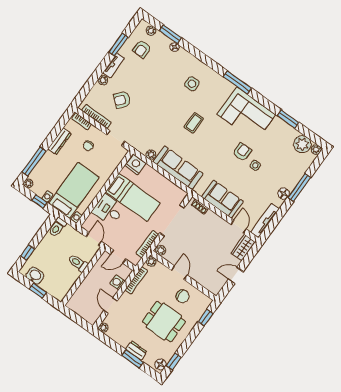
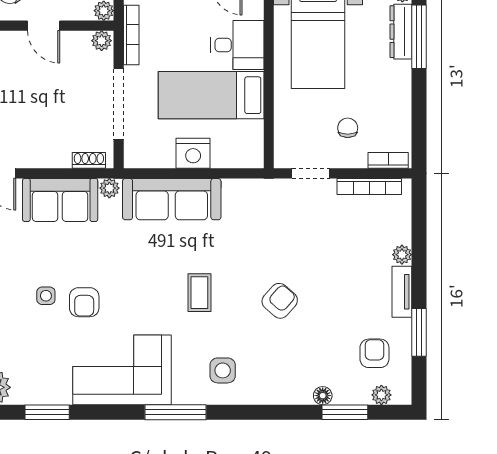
side table: (192, 84) -> (223, 370), moved
armchair: (122, 100) -> (280, 301), moved
dresser: (60, 141) -> (401, 32), moved
plant: (151, 155) -> (109, 188), moved
nightstand: (135, 164) -> (193, 153), moved

